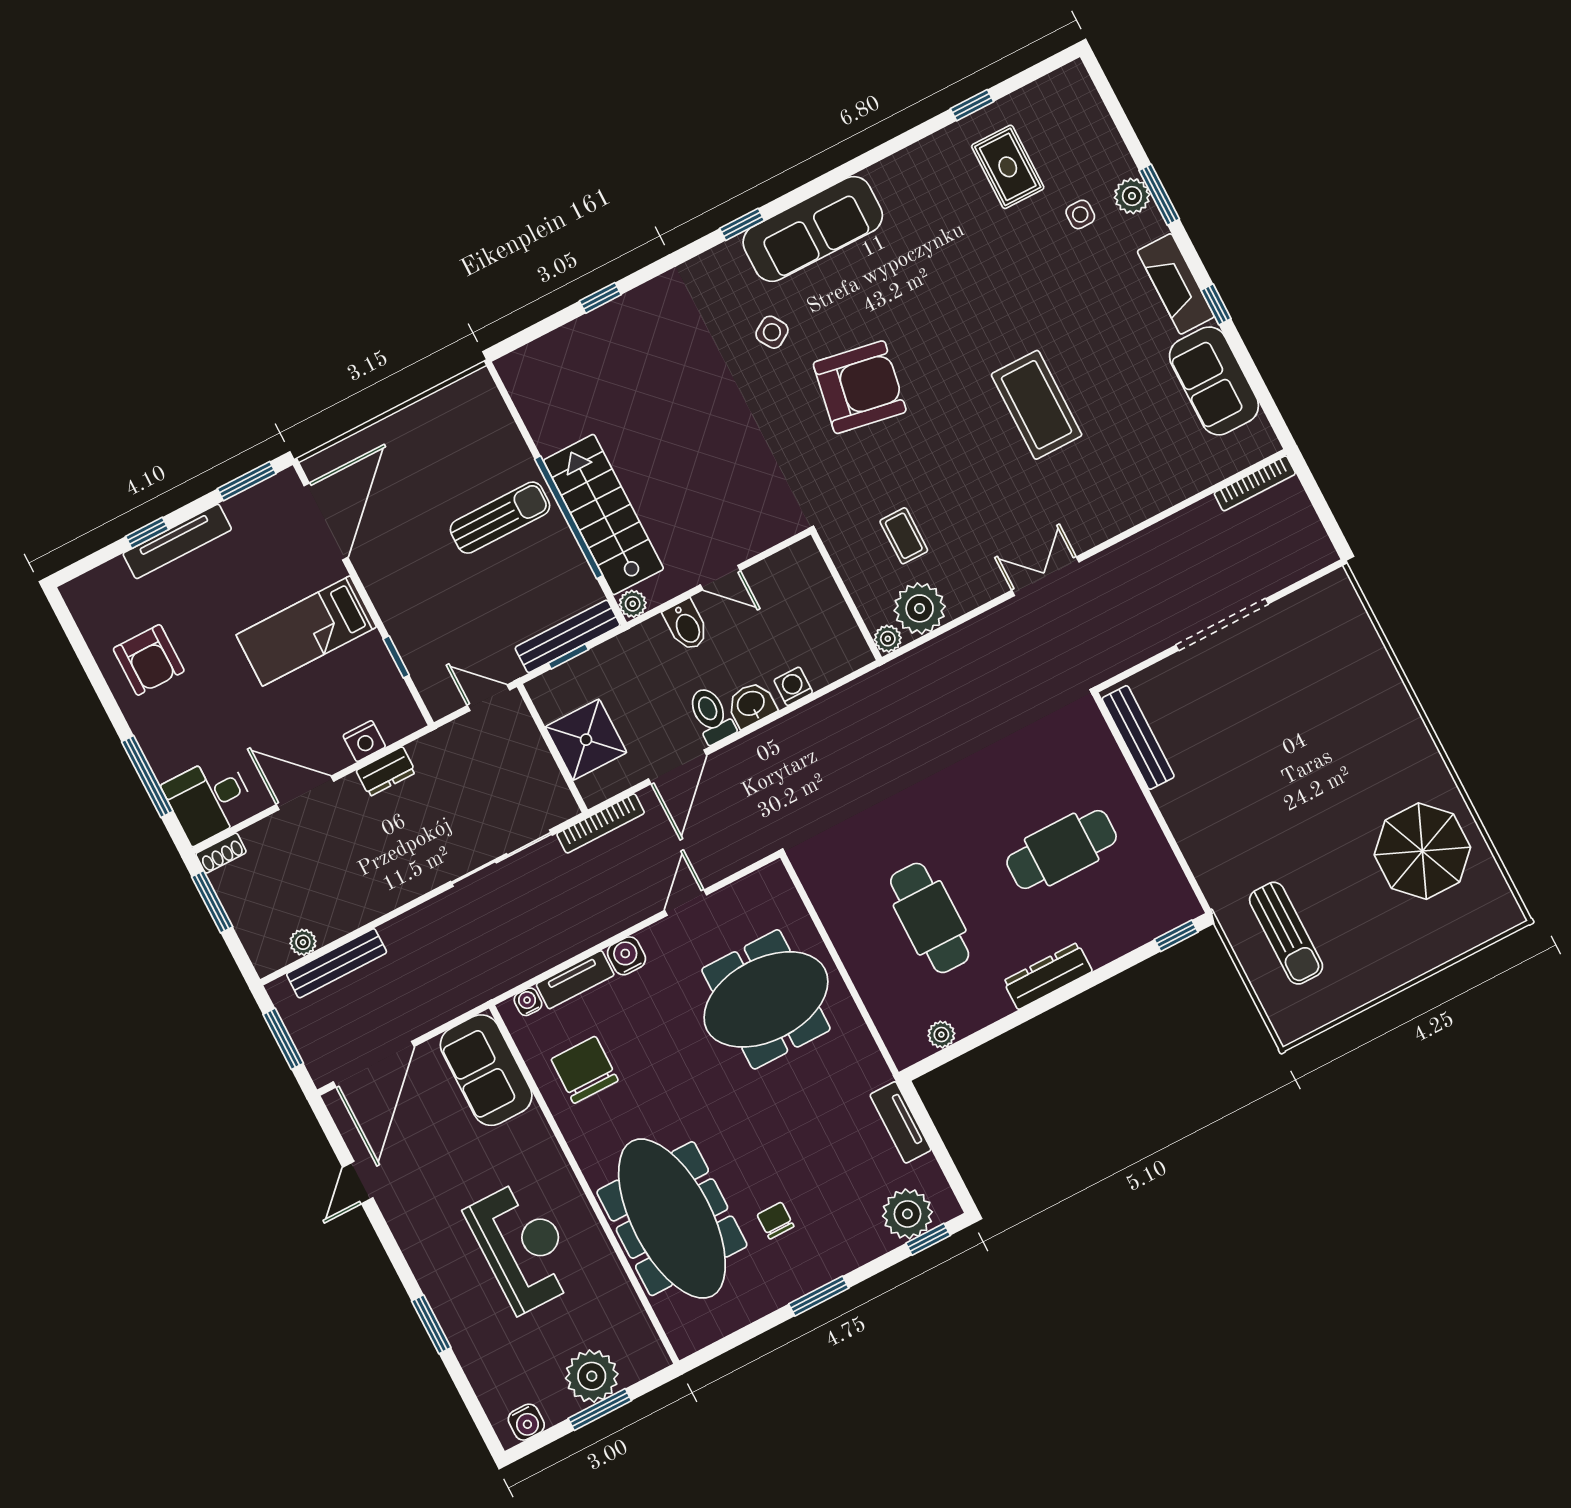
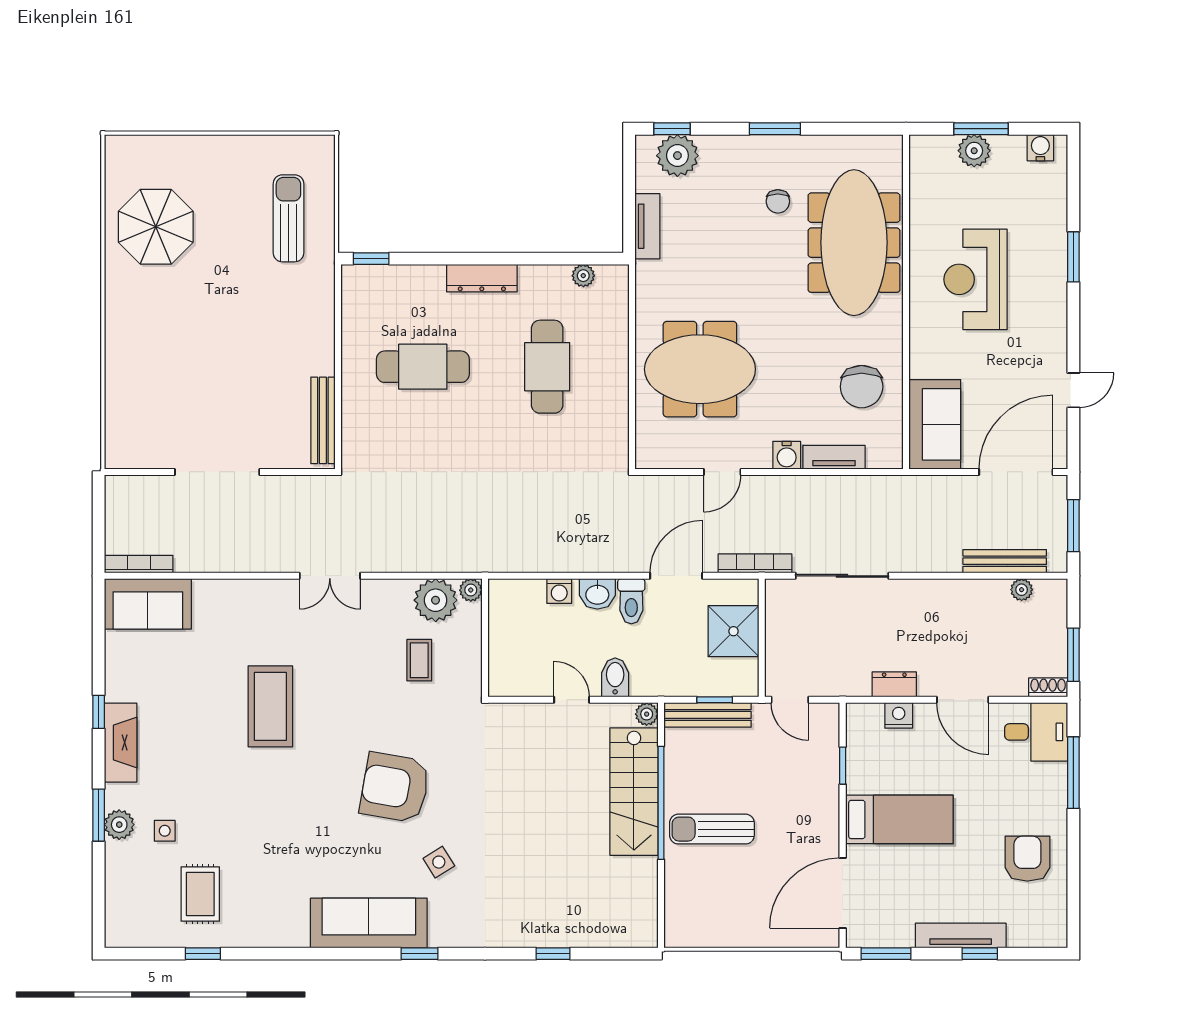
sofa: (1214, 381) -> (148, 604), moved, turned 90
water cooler: (528, 1002) -> (878, 459), removed
plant: (592, 1376) -> (974, 151), width x0.73, depth x0.73

